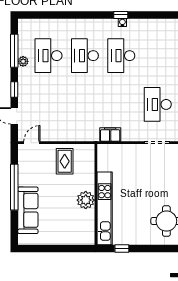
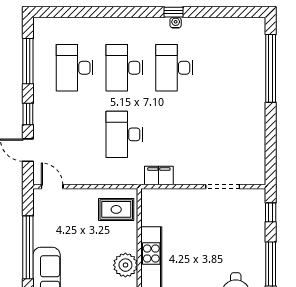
plant: (23, 61) -> (40, 76), removed
desk: (158, 104) -> (124, 134), moved
door: (32, 143) -> (52, 187), hinge flipped
rug: (65, 161) -> (116, 209), moved, turned 90

